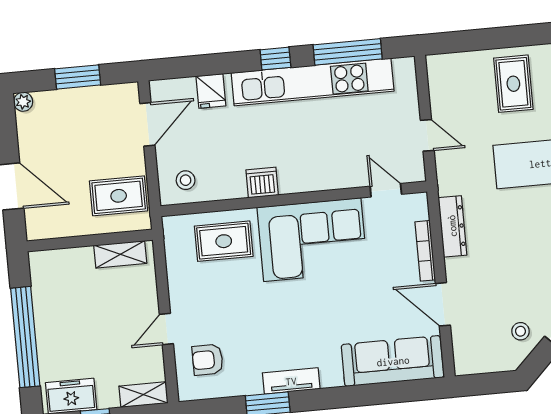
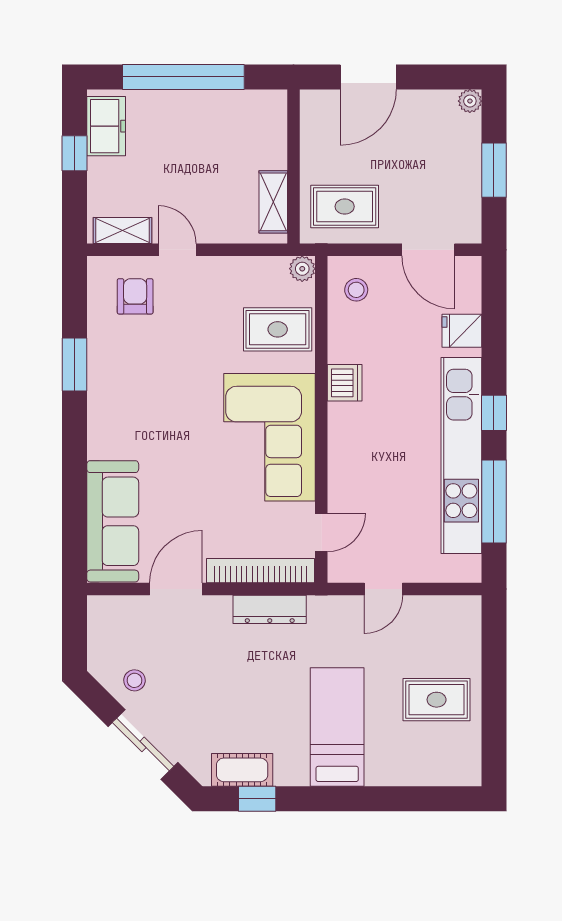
rug: (119, 196) -> (345, 207), turned 90
plant: (172, 226) -> (302, 269), added
rug: (224, 241) -> (278, 329), turned 90
bookcase: (425, 251) -> (261, 571), width x1.48, depth x1.31
tv unit: (291, 381) -> (100, 396), removed
shelving: (143, 395) -> (122, 230), moved, turned 90

